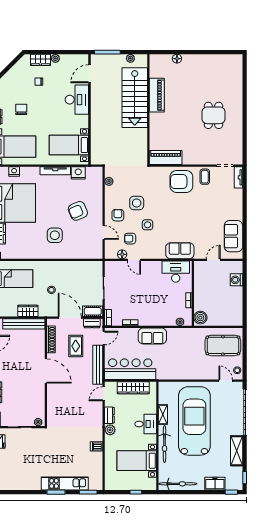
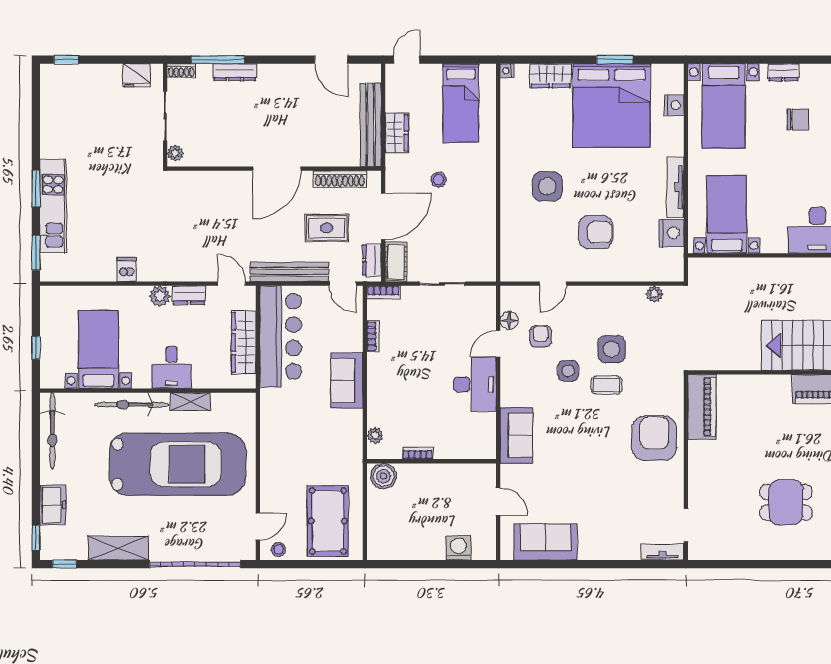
coffee table: (205, 177) -> (607, 385), moved
armchair: (78, 211) -> (596, 232), turned 113
armchair: (118, 215) -> (587, 312), removed
desk: (176, 272) -> (475, 384), moved

